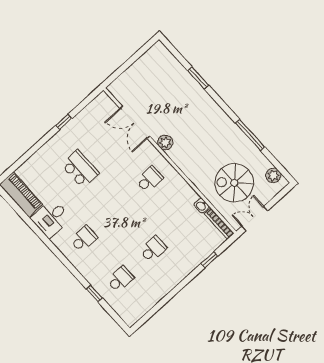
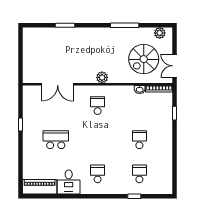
plant: (165, 143) -> (102, 77), moved

